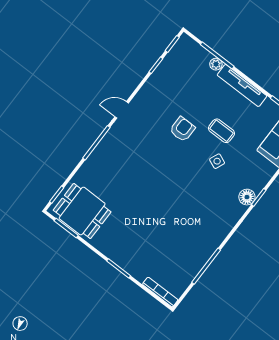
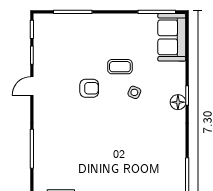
plant: (216, 64) -> (77, 19), removed
tv unit: (242, 85) -> (109, 20), removed
door: (122, 110) -> (32, 86), moved
armchair: (182, 129) -> (89, 88), turned 90

